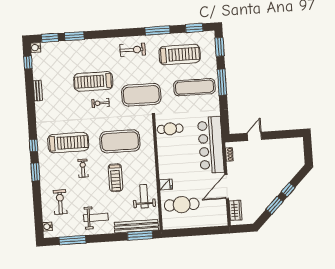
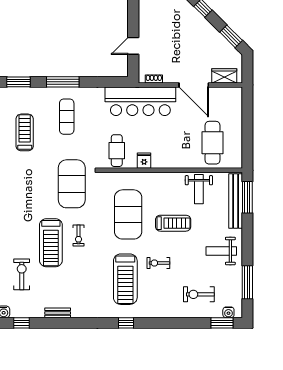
exercise bike: (133, 50) -> (22, 274), moved
treadmill: (180, 55) -> (25, 132), width x0.73, depth x0.73
exercise mat: (194, 87) -> (67, 117), width x0.73, depth x0.69
door: (254, 136) -> (133, 46), hinge flipped
treadmill: (68, 143) -> (125, 279), turned 180
window: (35, 172) -> (222, 323), moved
fridge: (166, 184) -> (144, 161), moved
weight bench: (144, 196) -> (199, 189), turned -90
window: (274, 205) -> (231, 36), moved
weight bench: (96, 218) -> (221, 251), turned -90

